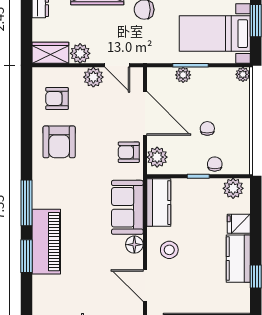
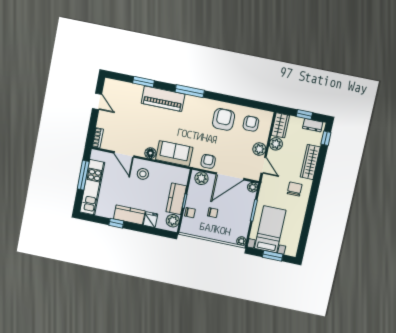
window: (27, 20) -> (304, 114), added
door: (117, 65) -> (264, 165), swing flipped
plant: (183, 75) -> (253, 187), moved
armchair: (59, 142) -> (224, 119), turned 90
kitchen counter: (159, 203) -> (176, 199), moved, turned 90
window: (27, 256) -> (143, 82), moved
door: (145, 286) -> (124, 154), swing flipped

